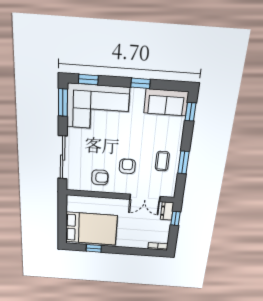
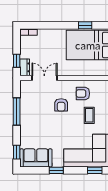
coffee table: (162, 161) -> (89, 115), moved
window: (183, 162) -> (17, 111), width x1.44

